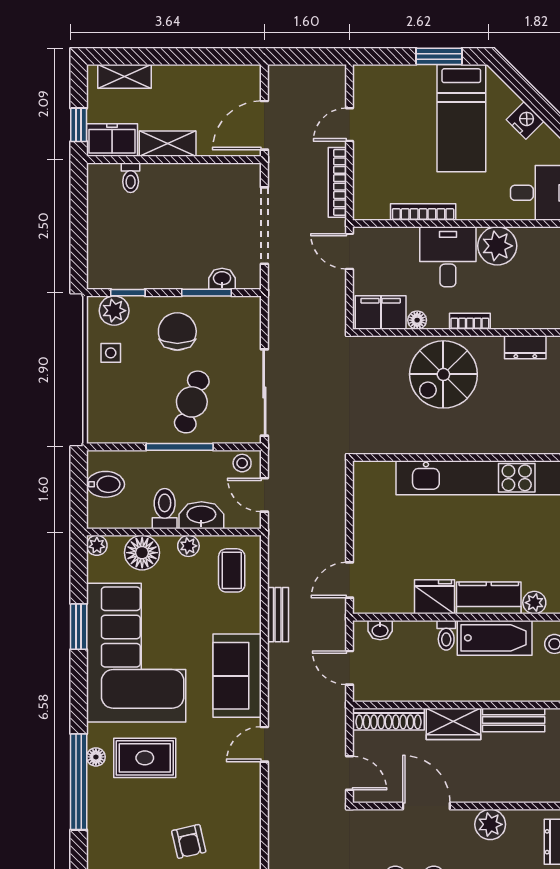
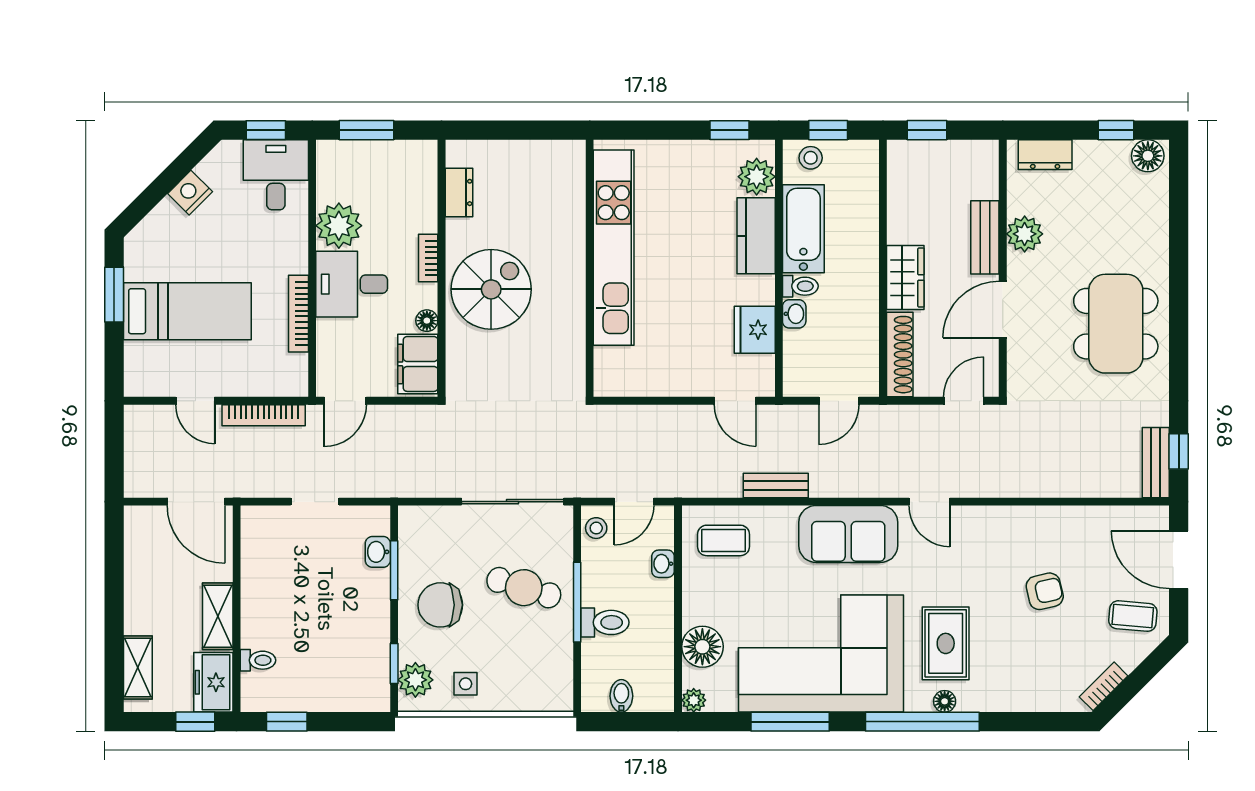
bed: (461, 118) -> (187, 311), moved
window: (79, 202) -> (287, 722), added
doorway: (264, 226) -> (315, 502), width x0.53
spiral stairs: (443, 374) -> (491, 289), turned -90
bidet: (105, 484) -> (621, 696), width x0.72, depth x0.74
toilet: (165, 509) -> (605, 622), moved, turned 180
washbasin: (201, 515) -> (663, 564), width x0.52, depth x0.69
plant: (188, 546) -> (694, 592), removed
fridge: (435, 597) -> (755, 330), moved
plant: (534, 603) -> (757, 177), width x1.38, depth x1.38
window: (79, 627) -> (790, 722), width x1.44
washbasin: (380, 630) -> (794, 314), moved
bench: (514, 720) -> (985, 237), moved
window: (79, 782) -> (922, 722), moved

